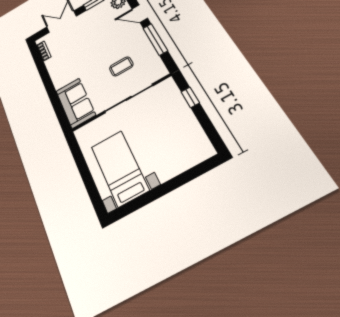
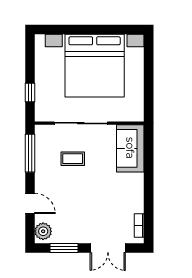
window: (155, 39) -> (30, 153), moved
bed with nightstands: (120, 168) -> (95, 66), width x1.85

